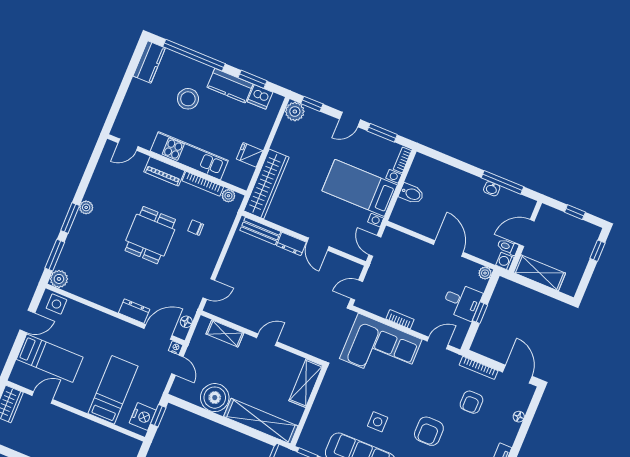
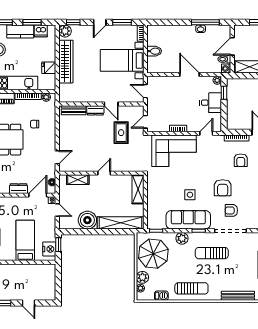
wardrobe: (266, 184) -> (66, 62), moved
rug: (315, 291) -> (121, 133), added
window: (480, 313) -> (224, 93), moved

